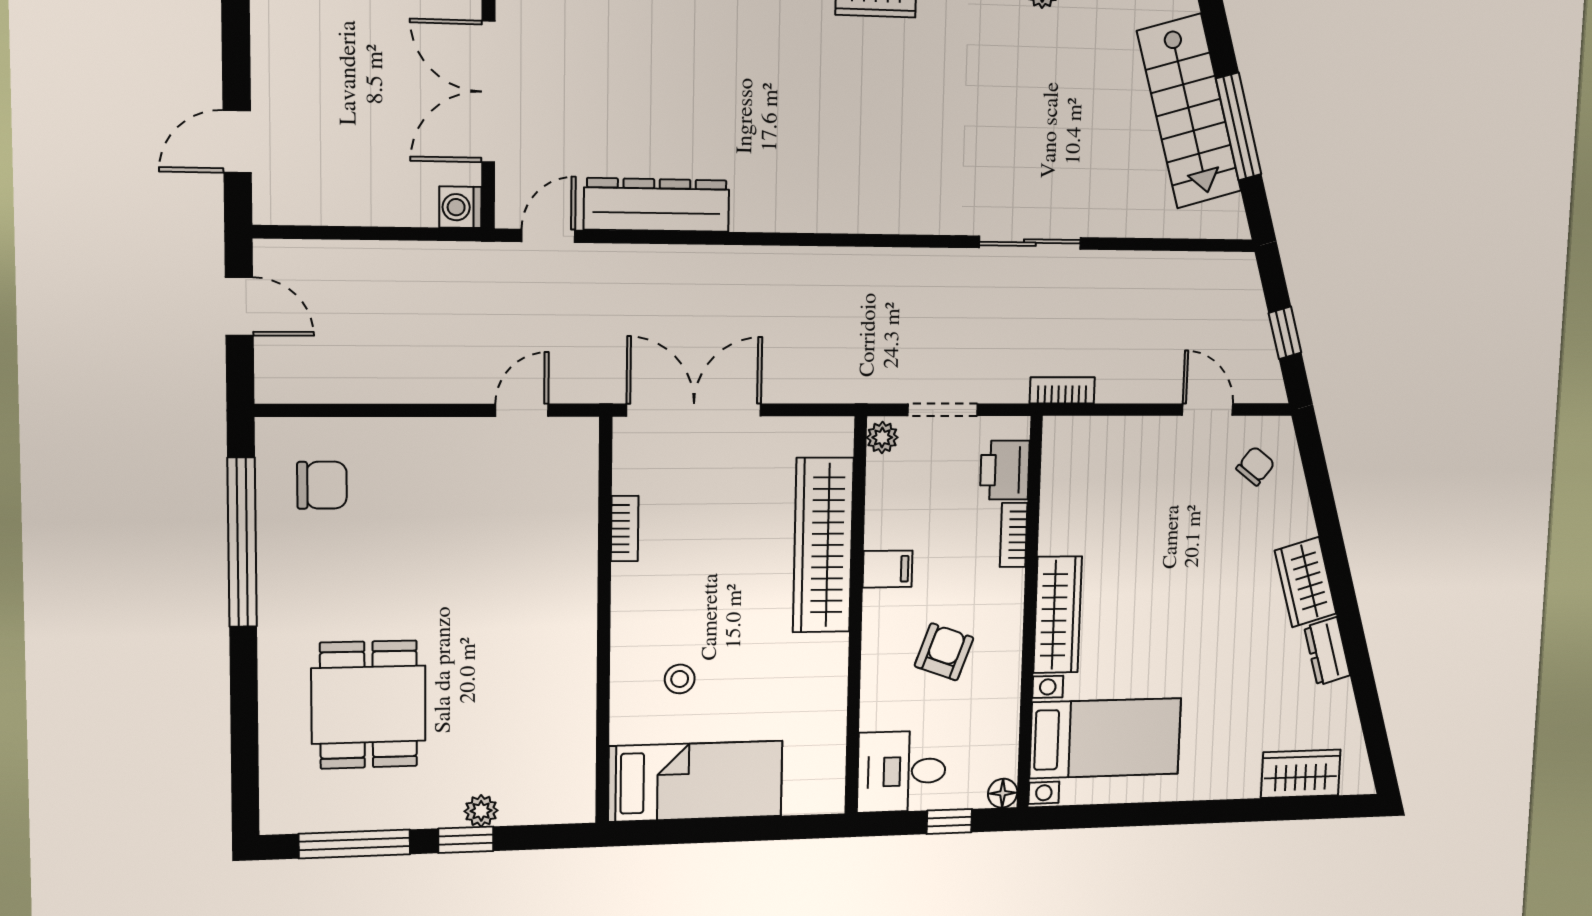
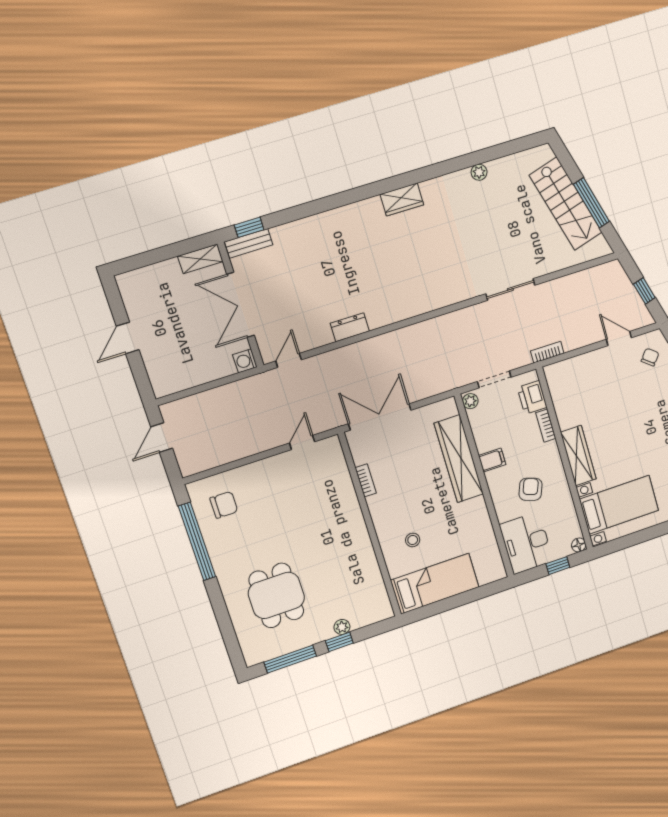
door: (237, 142) -> (128, 338), moved
dresser: (657, 205) -> (350, 327), width x0.51, depth x0.80
door: (239, 306) -> (162, 437), swing flipped
desk: (902, 771) -> (526, 543), width x1.37

